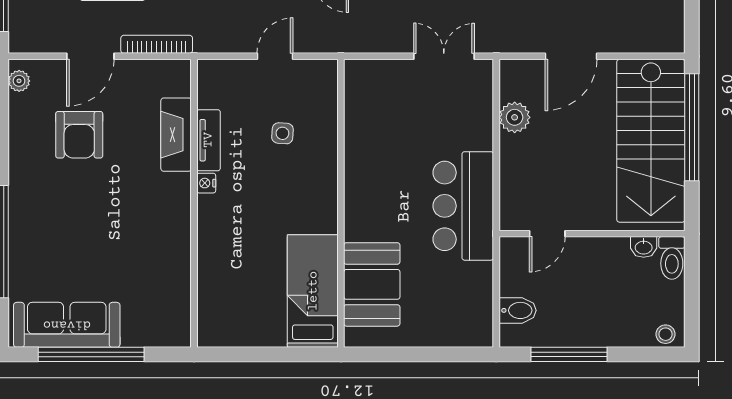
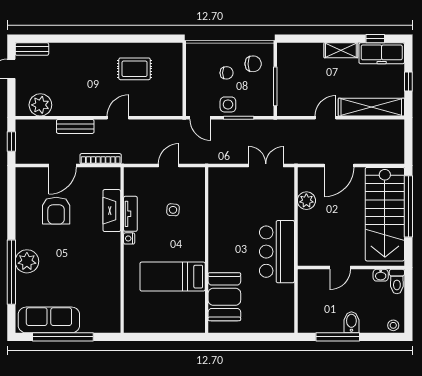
plant: (19, 81) -> (27, 261), moved, width x1.87, depth x1.87
door: (547, 234) -> (340, 268), moved
bed: (313, 291) -> (173, 277), moved, turned -90
bidet: (518, 310) -> (351, 322), moved, turned -90

